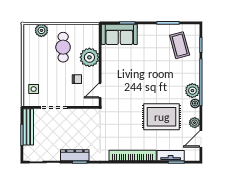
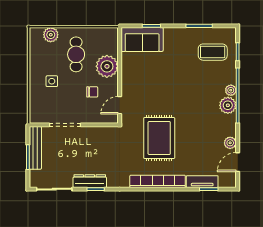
coffee table: (180, 45) -> (213, 52), turned -75
side table: (34, 89) -> (52, 81), moved
plant: (195, 103) -> (231, 90), moved
rug: (162, 117) -> (159, 138), moved, turned 90

